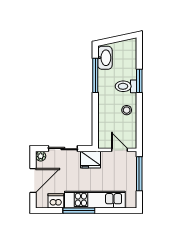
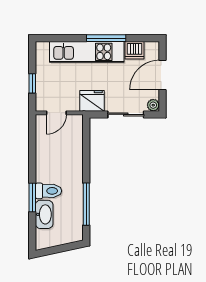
washbasin: (105, 58) -> (44, 214), moved, turned 180
stool: (127, 110) -> (48, 162), removed
door: (119, 150) -> (56, 113), hinge flipped
window: (139, 174) -> (32, 83), width x0.46

